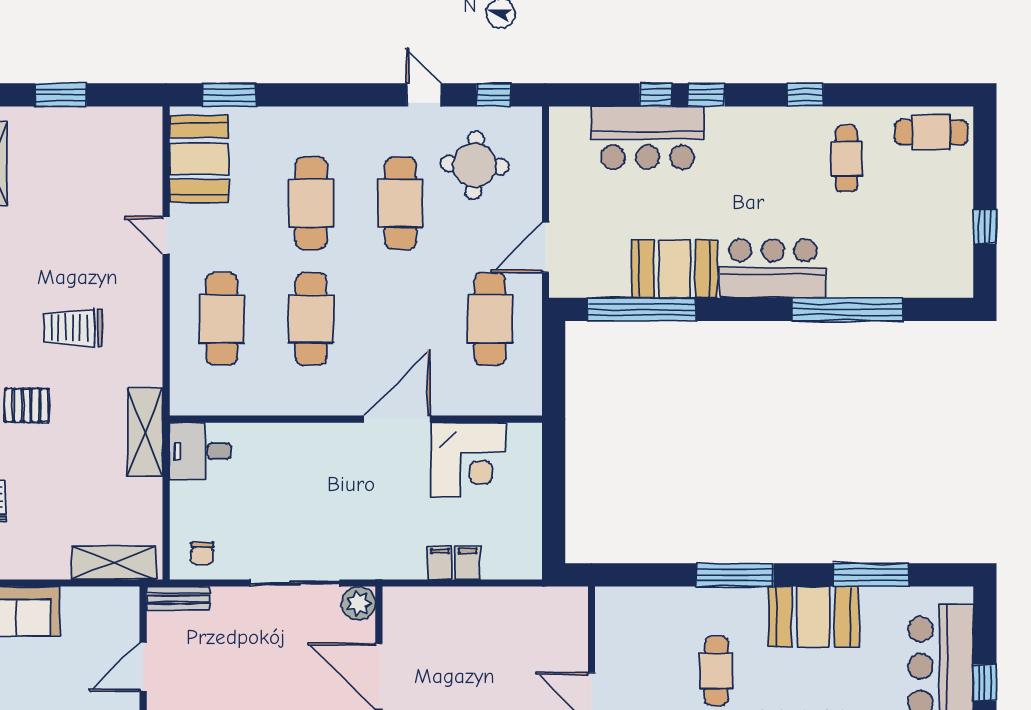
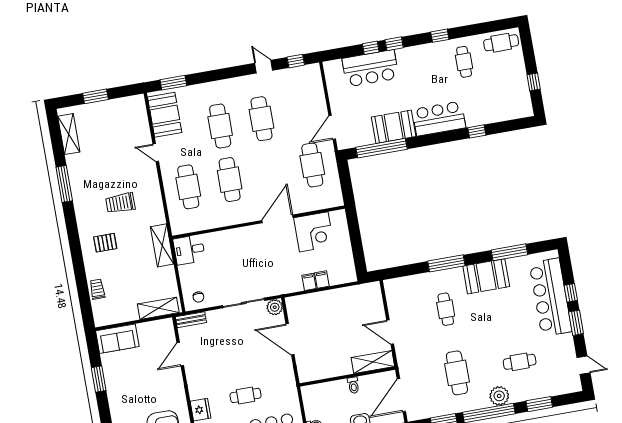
round table: (475, 165) -> (293, 95), removed
window: (847, 309) -> (477, 131), width x0.32

